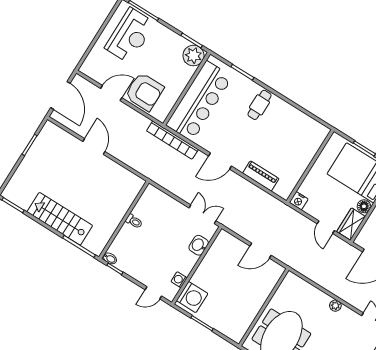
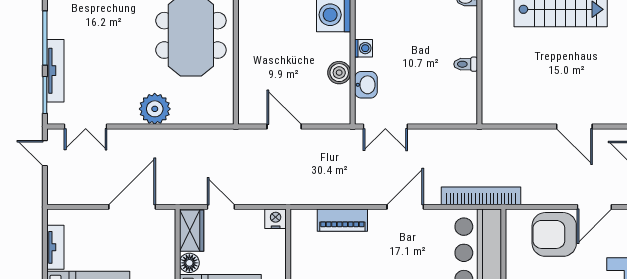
door: (261, 251) -> (284, 127), hinge flipped
boiler: (210, 262) -> (339, 73), added
washing machine: (179, 280) -> (363, 48), moved
plant: (335, 306) -> (155, 109), width x1.88, depth x1.88

